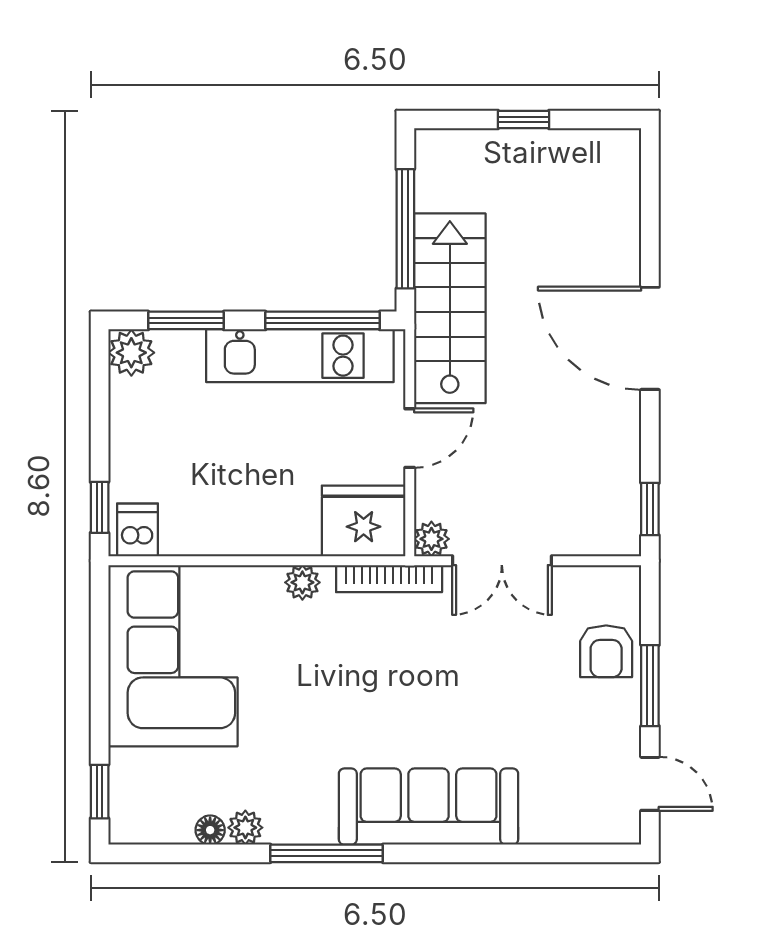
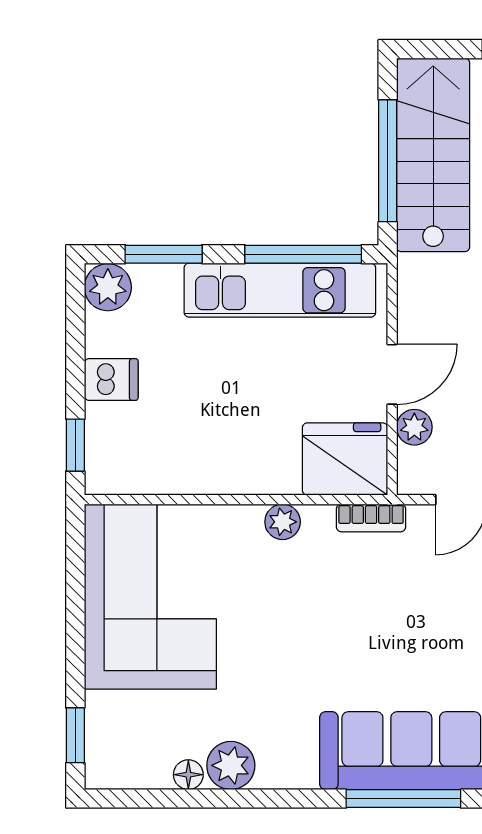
stairs: (450, 308) -> (433, 155), moved
dishwasher: (137, 530) -> (111, 380), moved, turned 90
plant: (431, 539) -> (414, 427), moved
bookcase: (389, 579) -> (371, 518), width x0.64
plant: (245, 828) -> (231, 765), width x1.38, depth x1.38
window: (327, 853) -> (403, 798), moved

